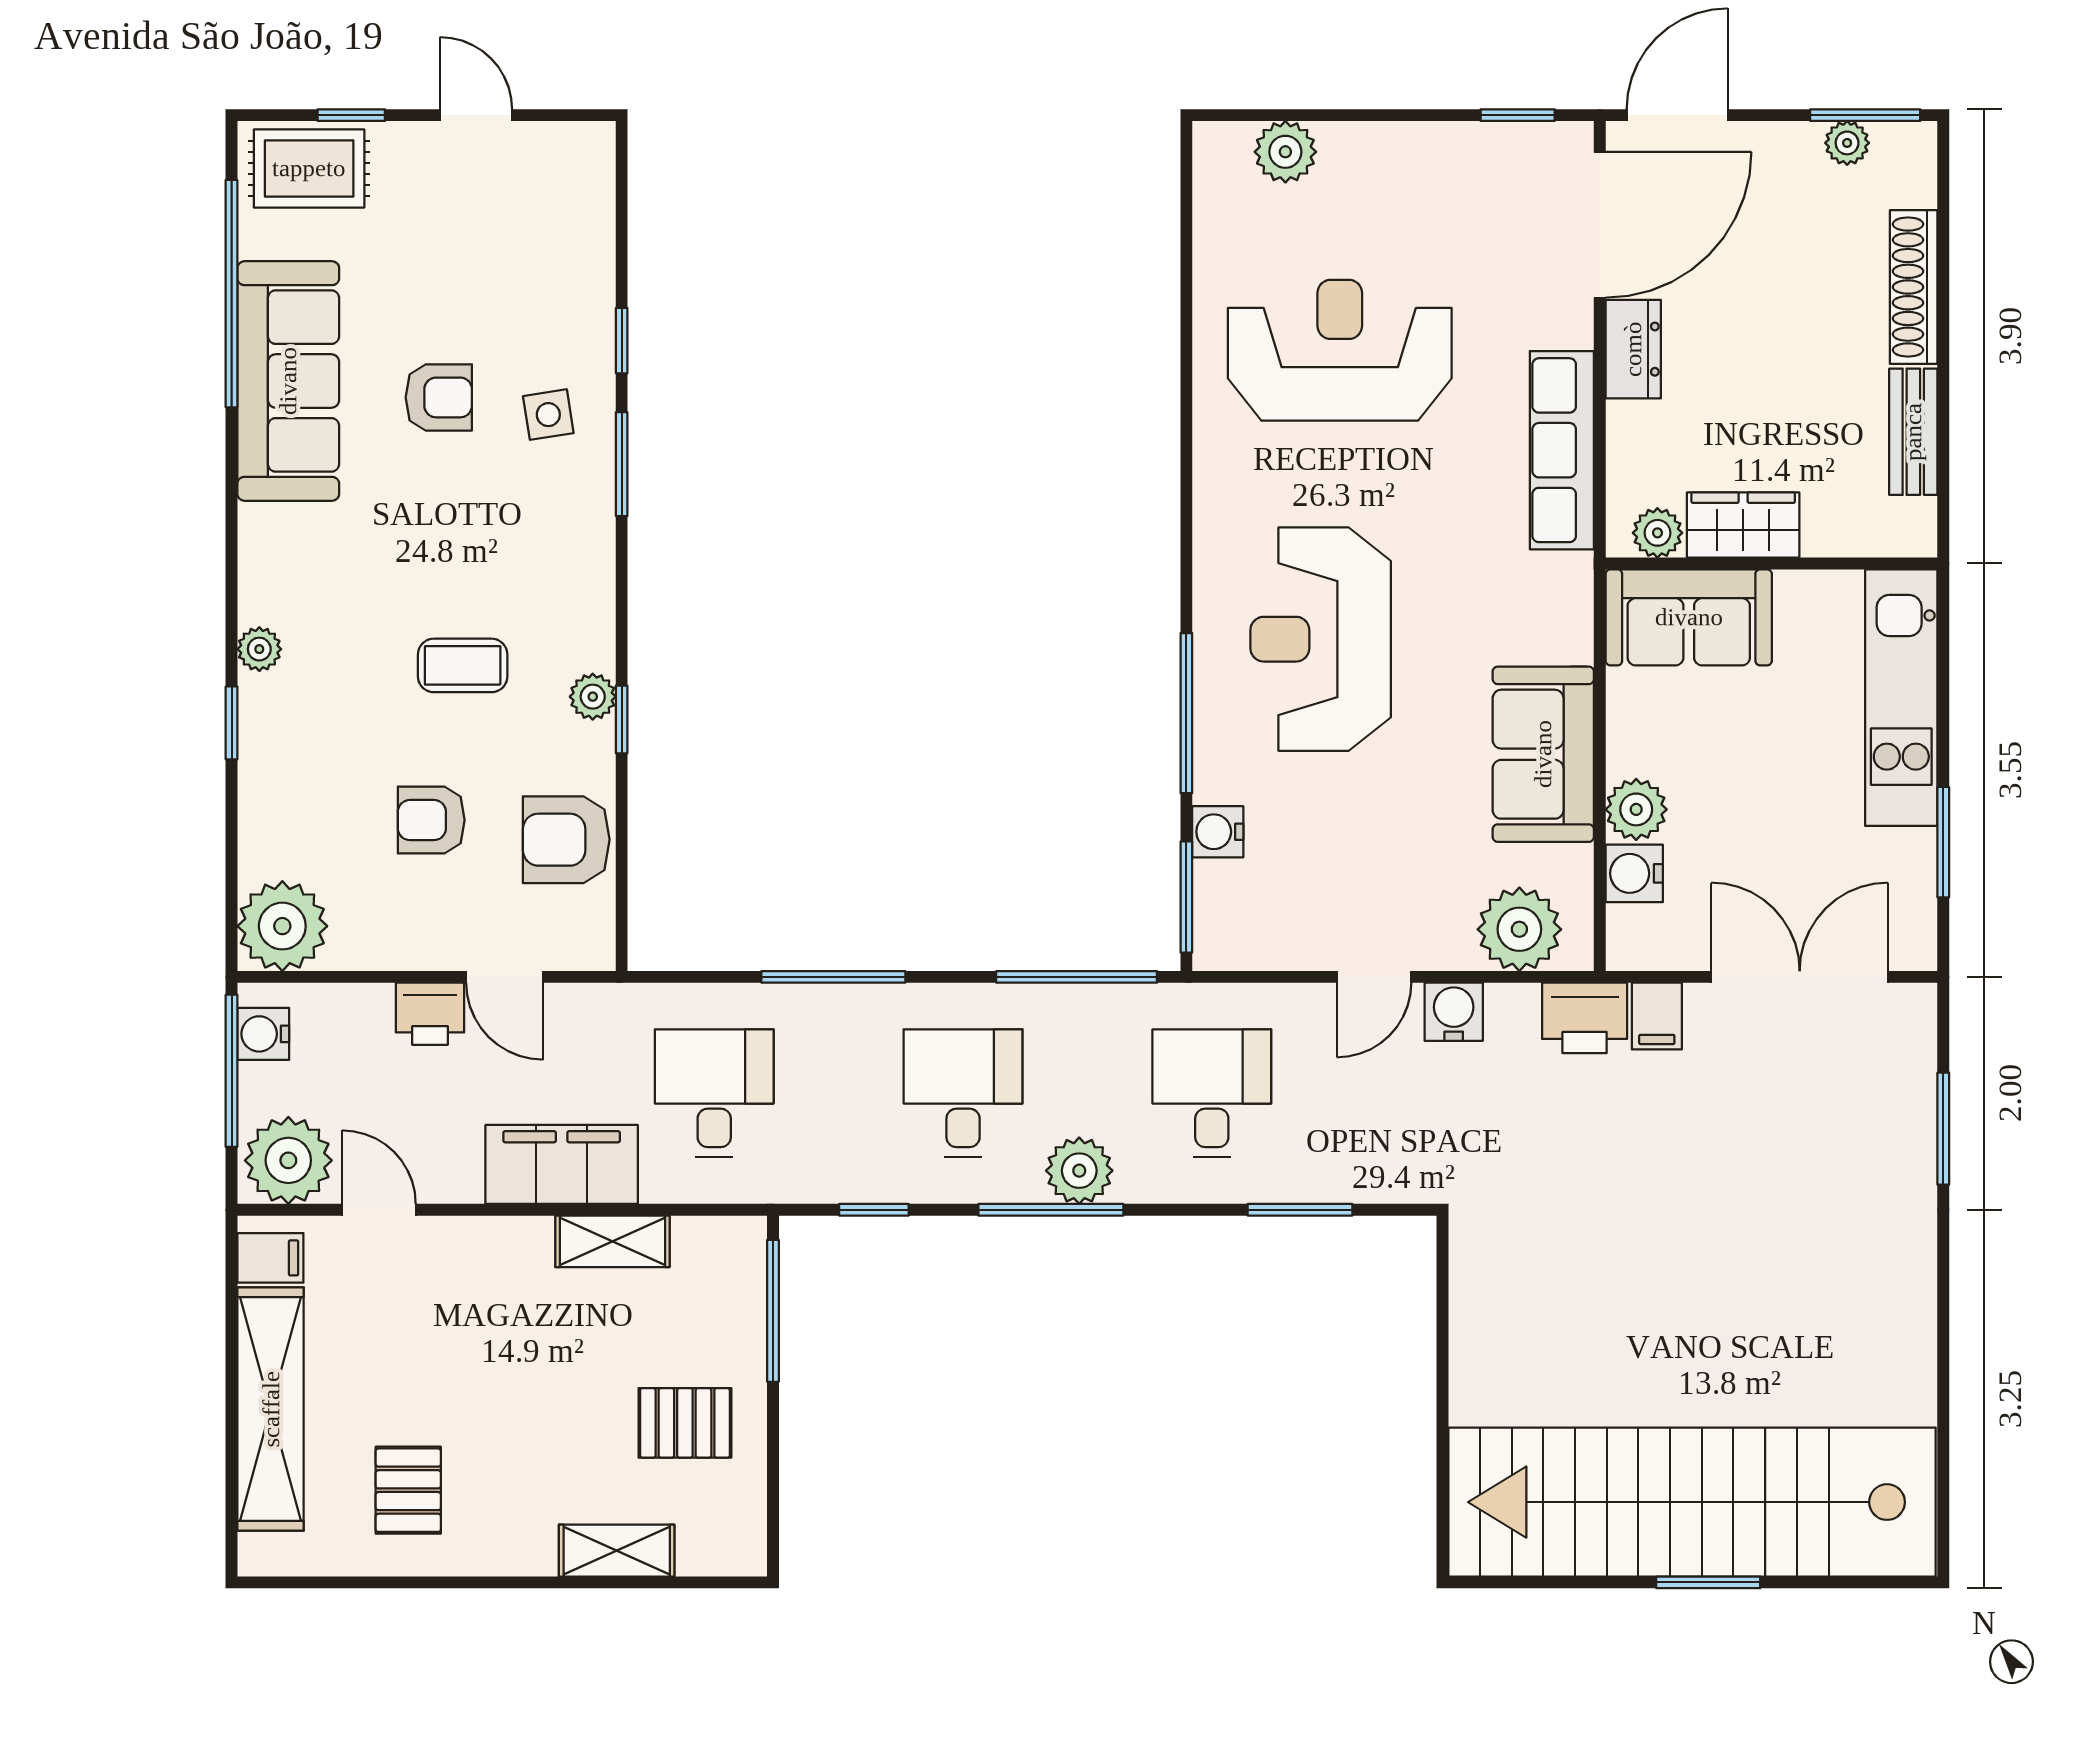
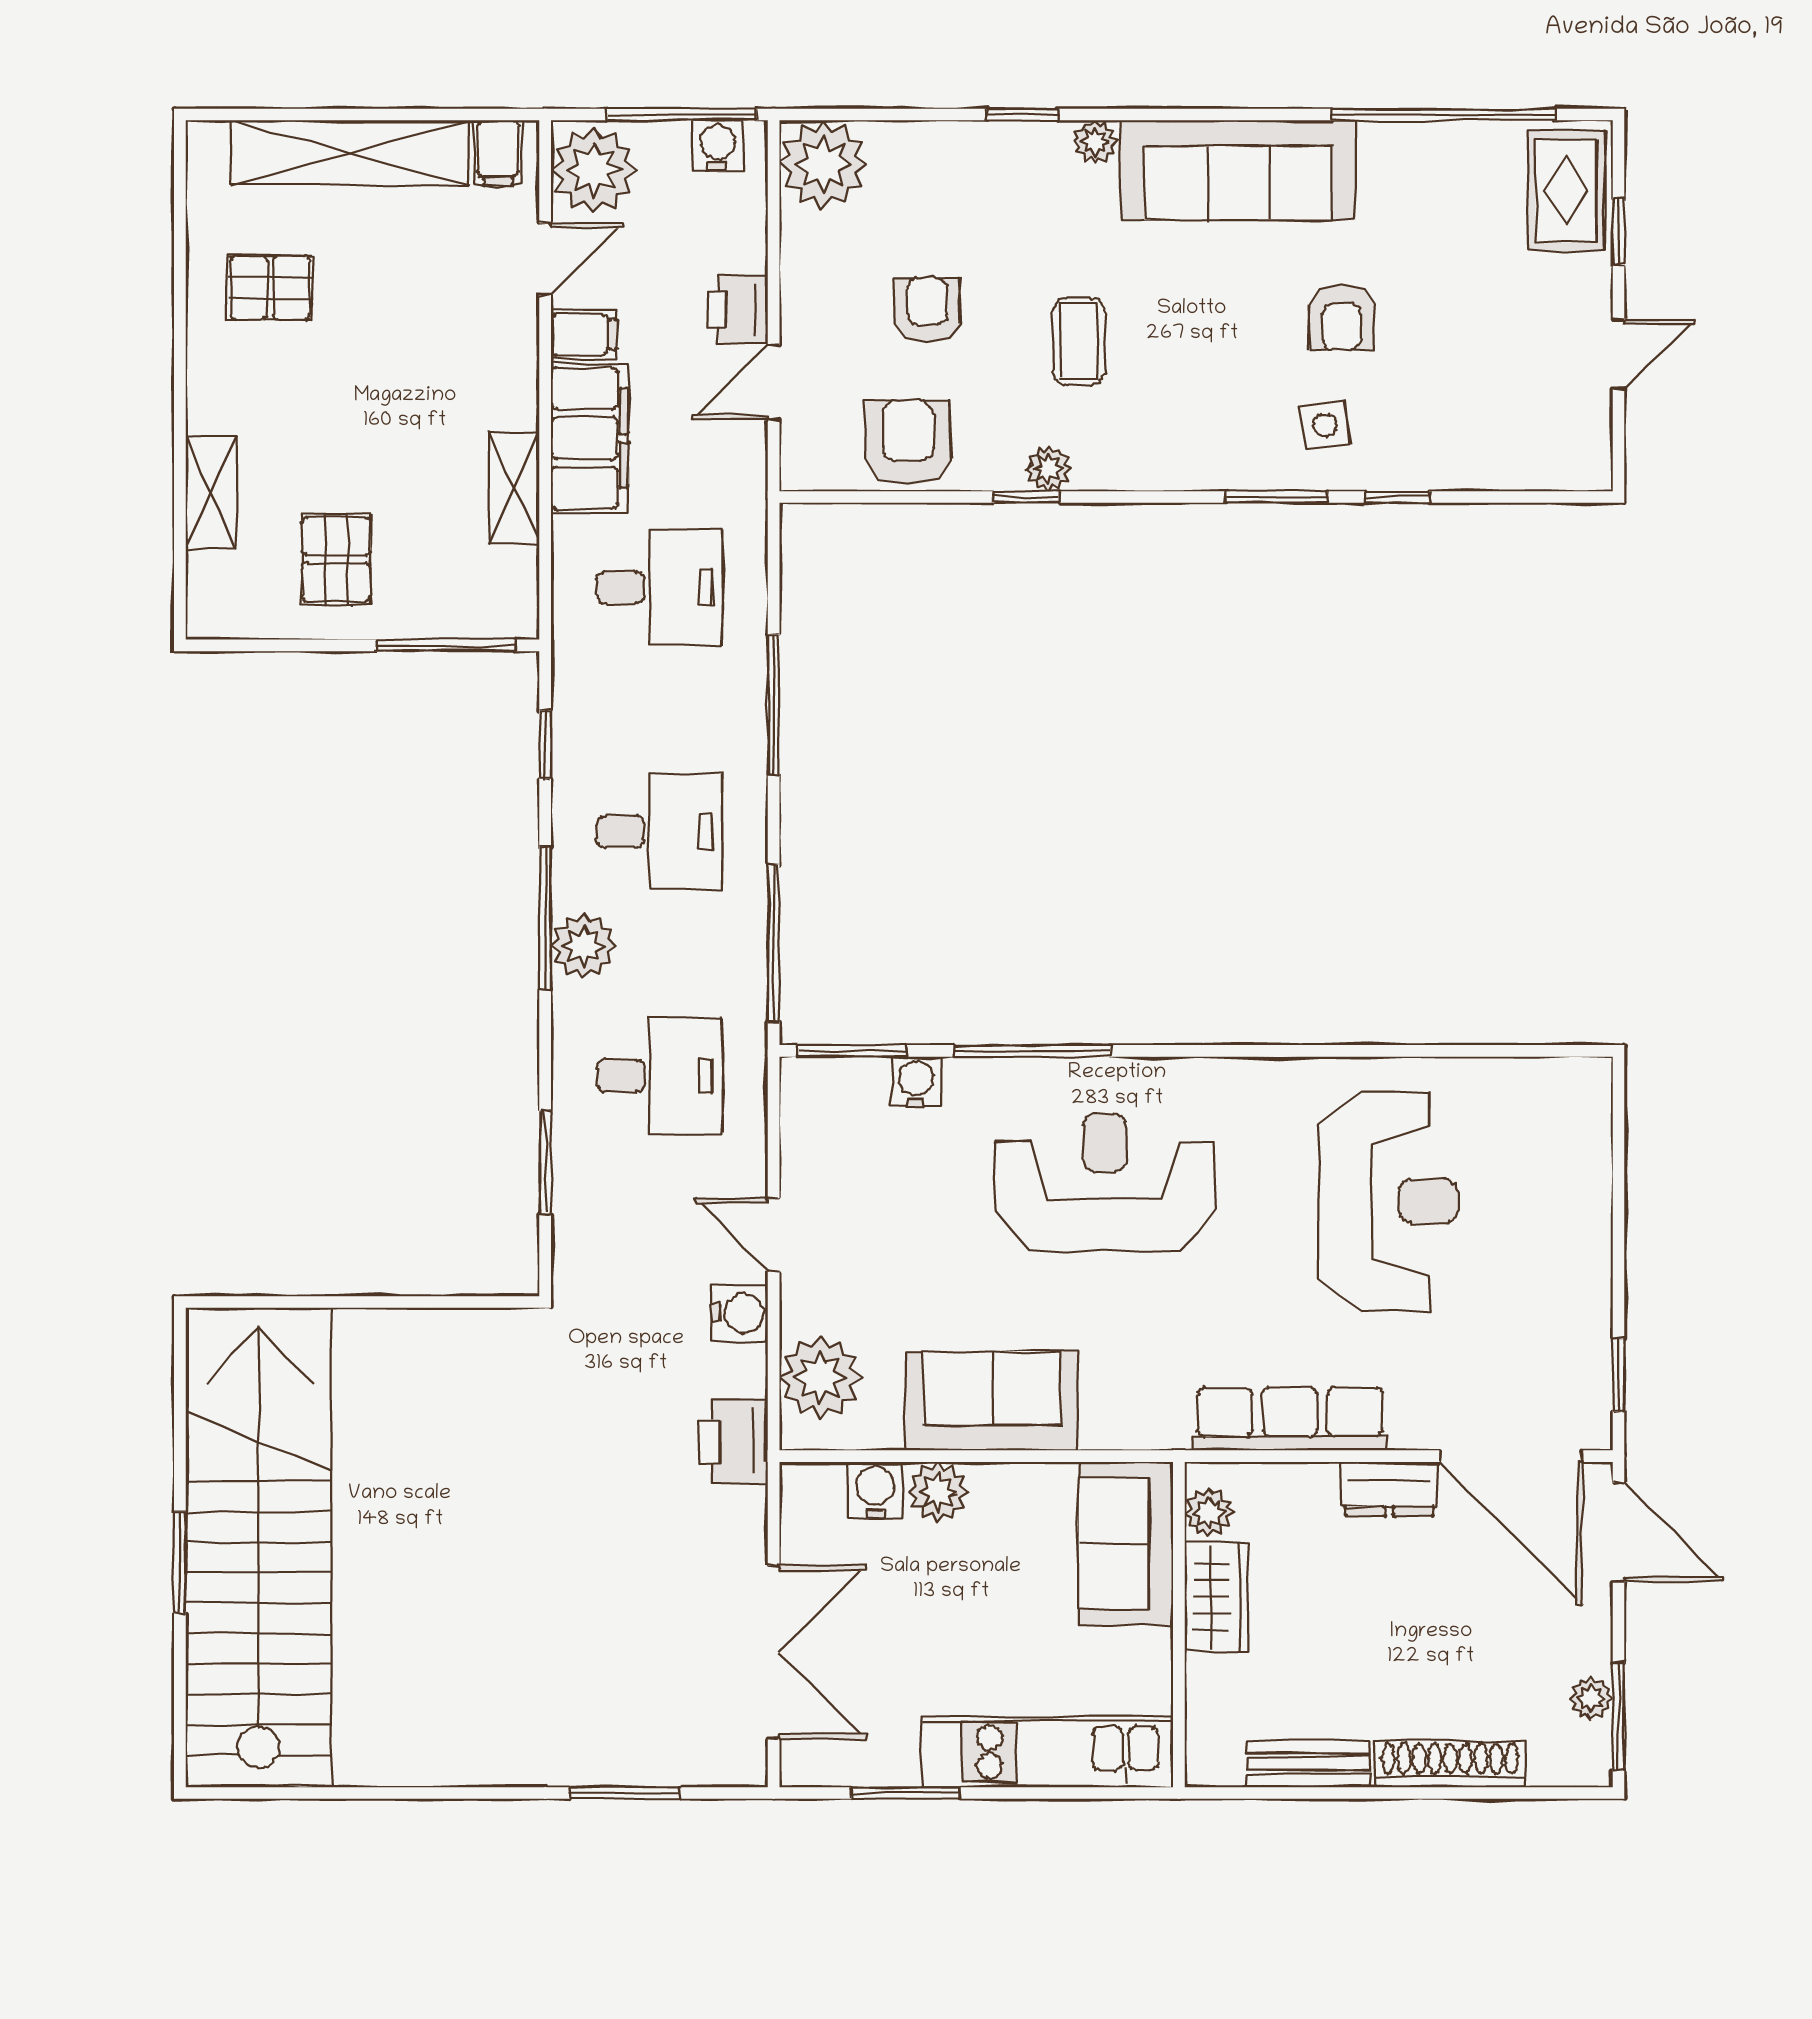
plant: (1285, 152) -> (1583, 1148), removed
sofa: (288, 381) -> (1238, 170), moved
filing cabinet: (1657, 1016) -> (584, 334), moved, turned 180

